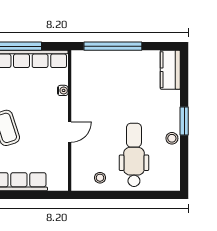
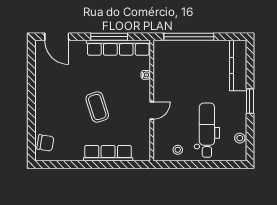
kitchen counter: (170, 70) -> (238, 66), width x1.50
stool: (172, 138) -> (240, 138), moved

